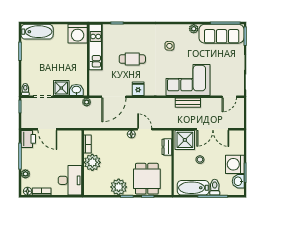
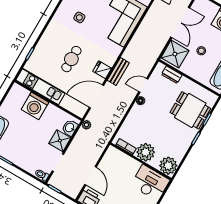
washing machine: (78, 34) -> (35, 106), moved, turned 90
door: (114, 97) -> (96, 97), swing flipped
bench: (188, 103) -> (118, 71), moved
door: (47, 129) -> (90, 176), hinge flipped
plant: (119, 187) -> (168, 166), moved

